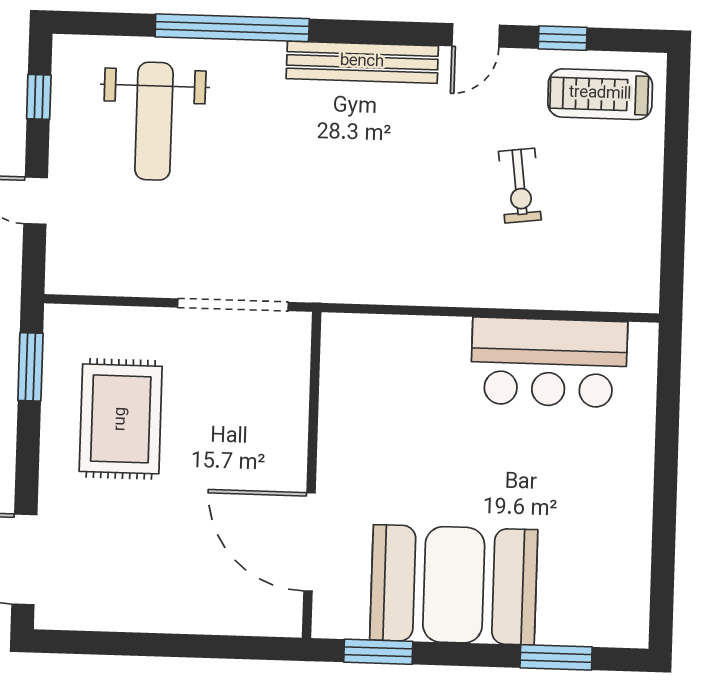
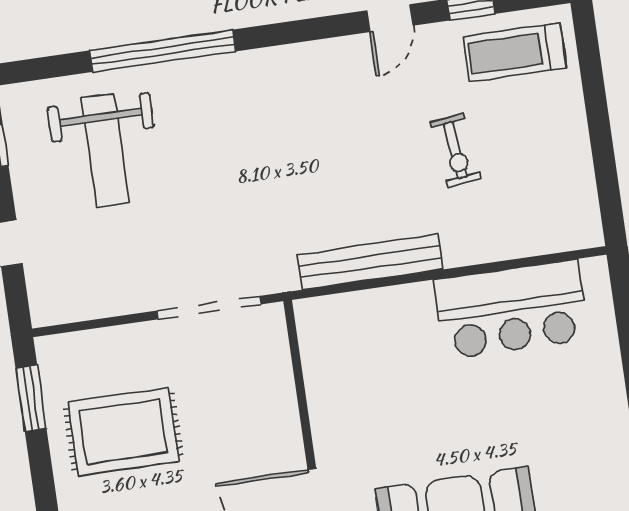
bench: (362, 62) -> (370, 262), moved
rug: (121, 419) -> (123, 432), turned 90

